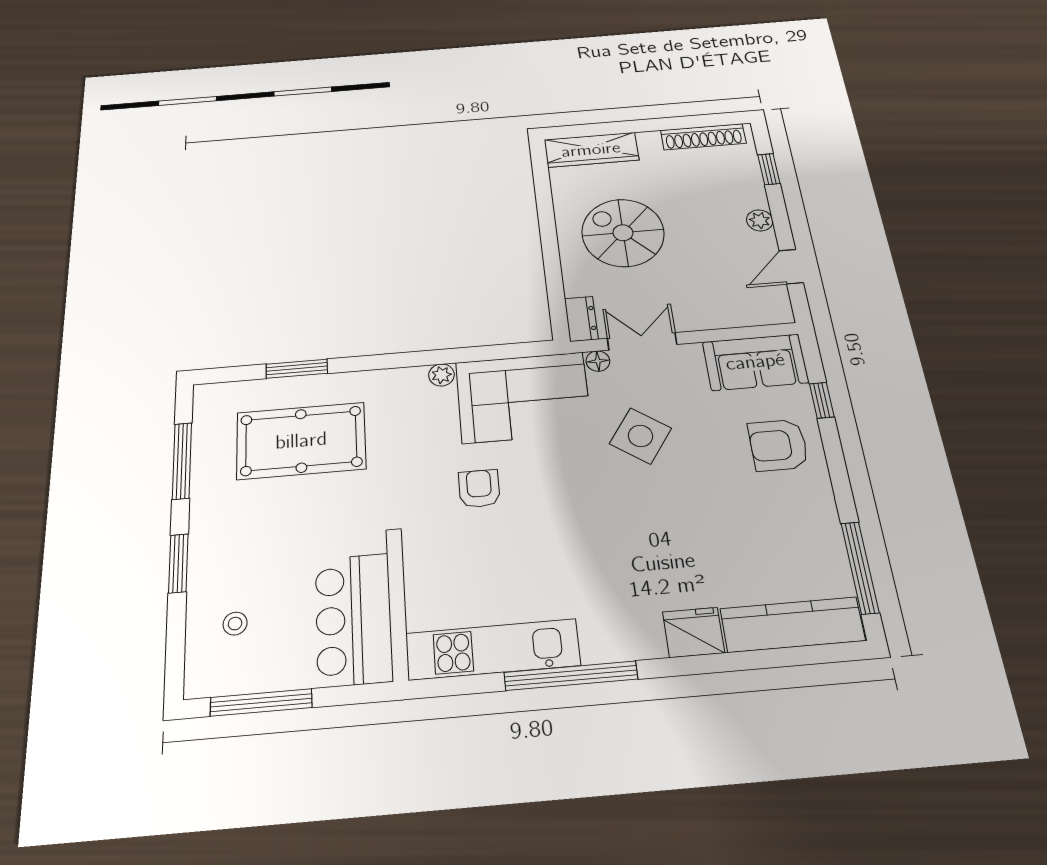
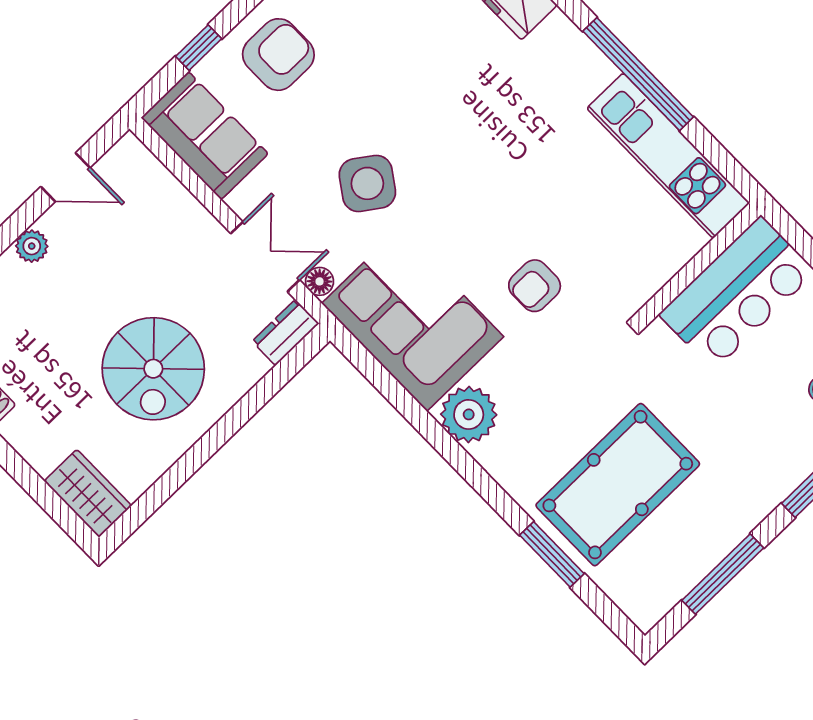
wardrobe: (591, 150) -> (88, 493), width x0.67
double door: (642, 341) -> (265, 257), swing flipped
plant: (441, 375) -> (469, 414), width x1.88, depth x1.88
pool table: (301, 441) -> (618, 485), turned 90
armchair: (778, 445) -> (278, 55), turned -90

